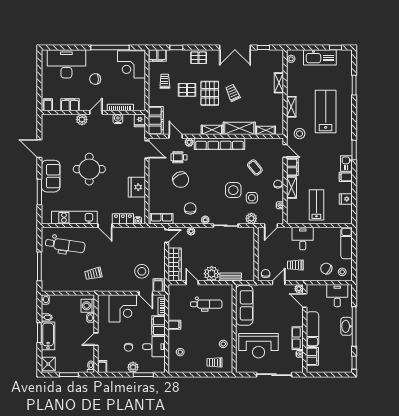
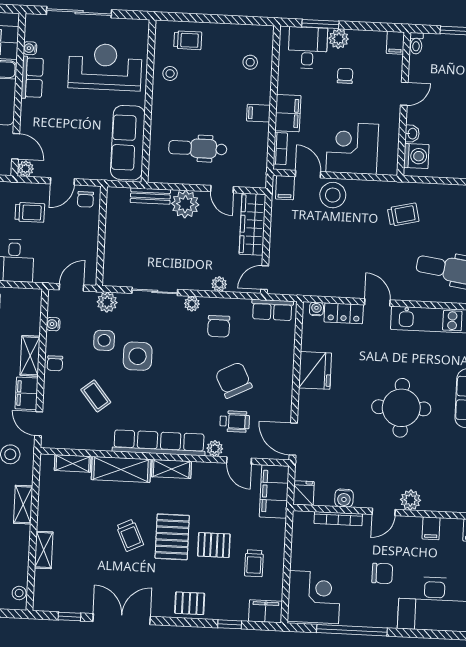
filing cabinet: (70, 105) -> (431, 528), width x0.50
stool: (142, 271) -> (333, 195), moved
desk: (154, 347) -> (308, 48), moved, turned 90

